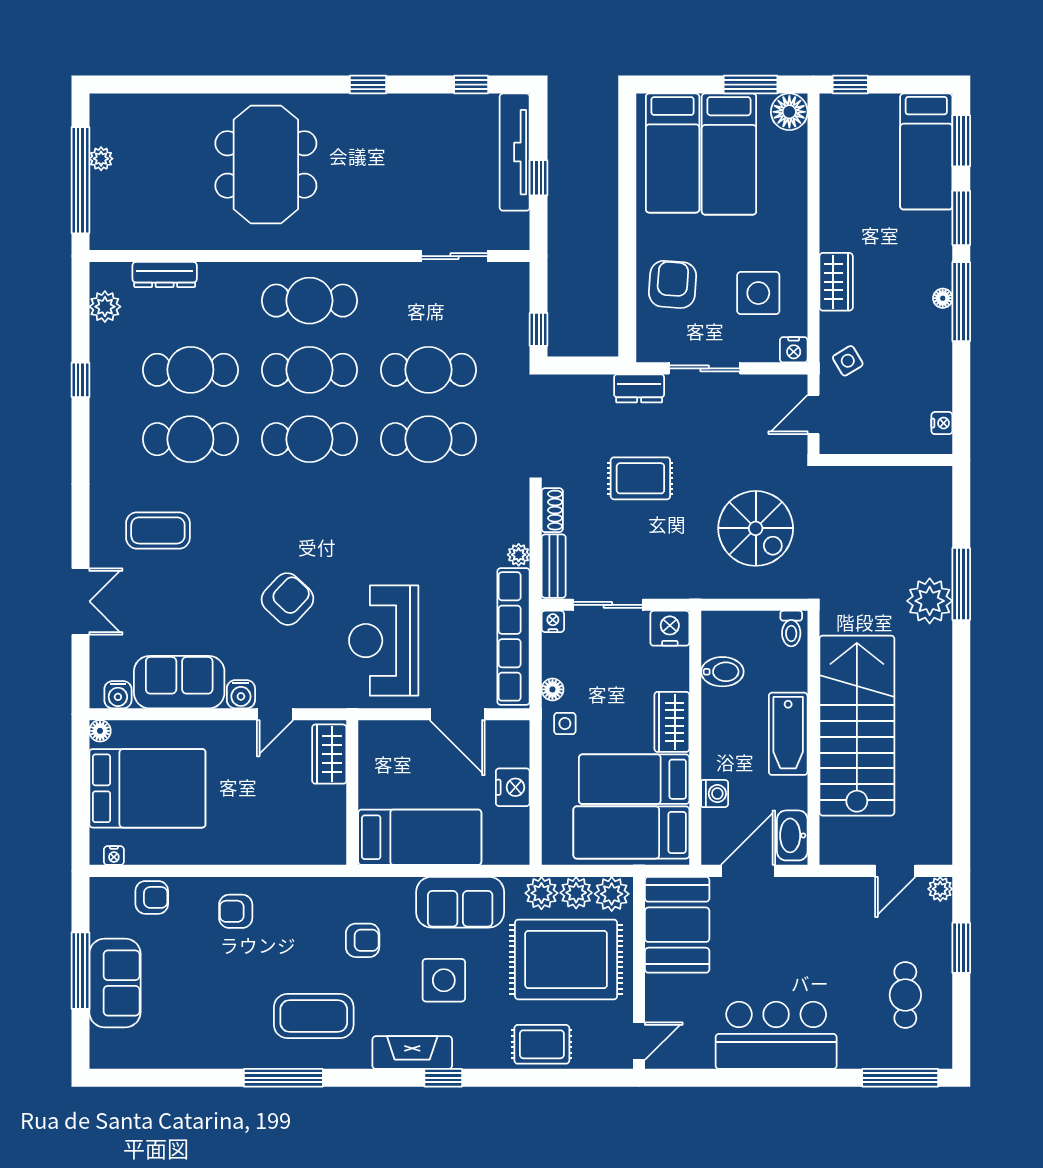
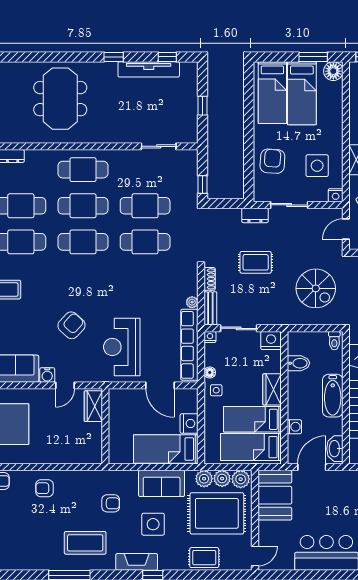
tv unit: (515, 152) -> (149, 69), moved, turned -90
bed: (420, 837) -> (166, 449), moved, turned 180

